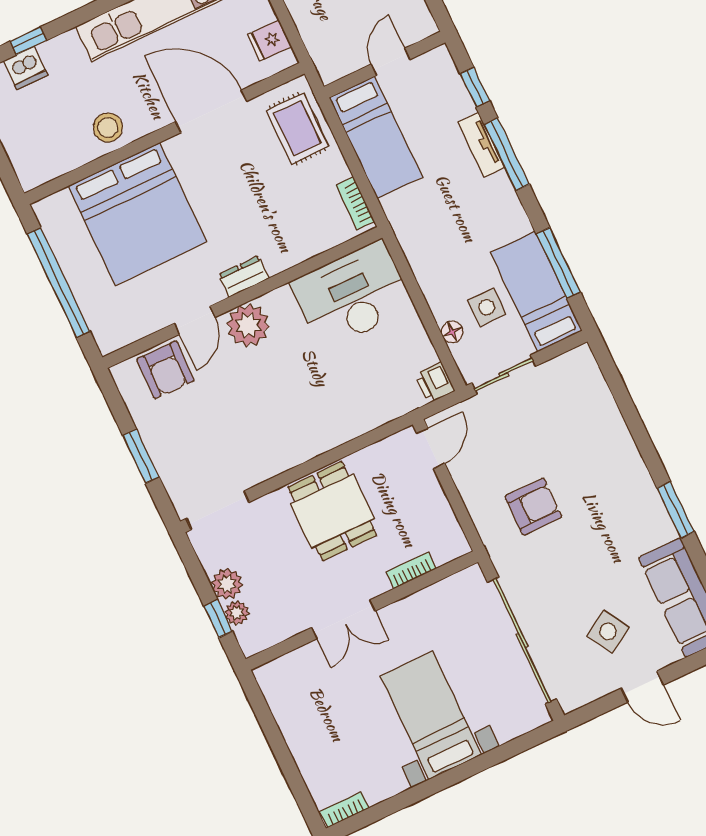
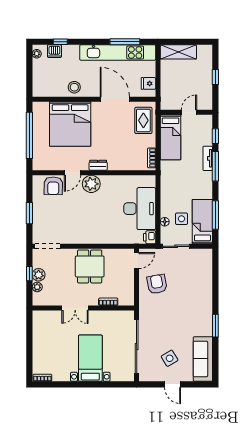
desk: (352, 295) -> (140, 209), moved, turned 90
armchair: (533, 507) -> (157, 284), moved, turned -100
window: (218, 619) -> (29, 274), moved

